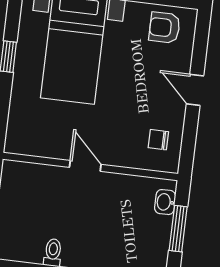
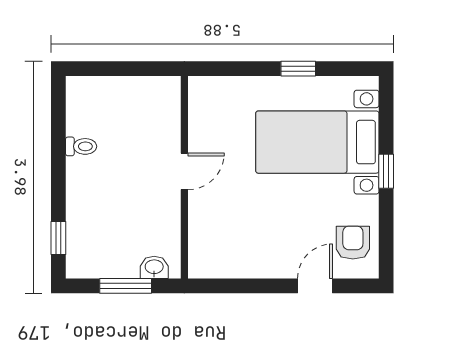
door: (195, 90) -> (315, 286), moved
chair: (158, 140) -> (224, 251), removed

